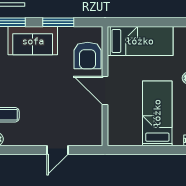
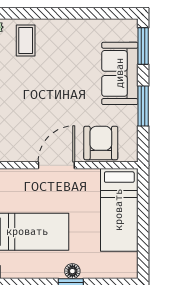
armchair: (88, 56) -> (101, 143), turned 90

